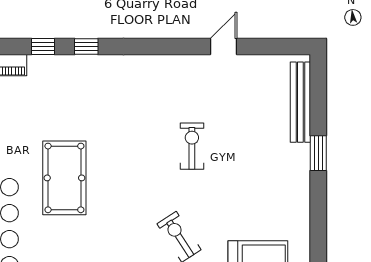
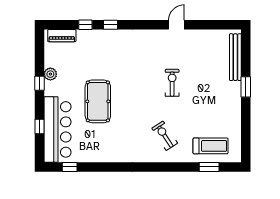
door: (224, 47) -> (176, 25), moved

